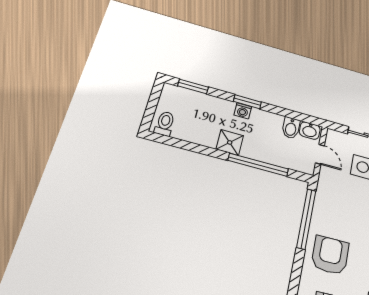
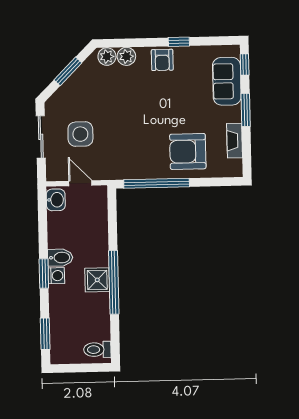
bidet: (291, 128) -> (60, 258), moved
door: (320, 154) -> (80, 183), hinge flipped
window: (258, 165) -> (114, 282), moved

